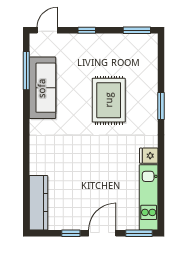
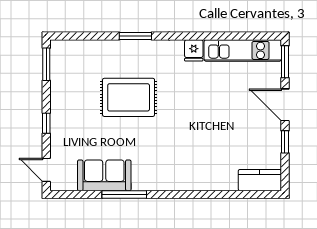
window: (26, 71) -> (124, 194), moved
sofa: (42, 88) -> (104, 175), width x0.73
kitchen counter: (38, 203) -> (260, 180), width x0.67

